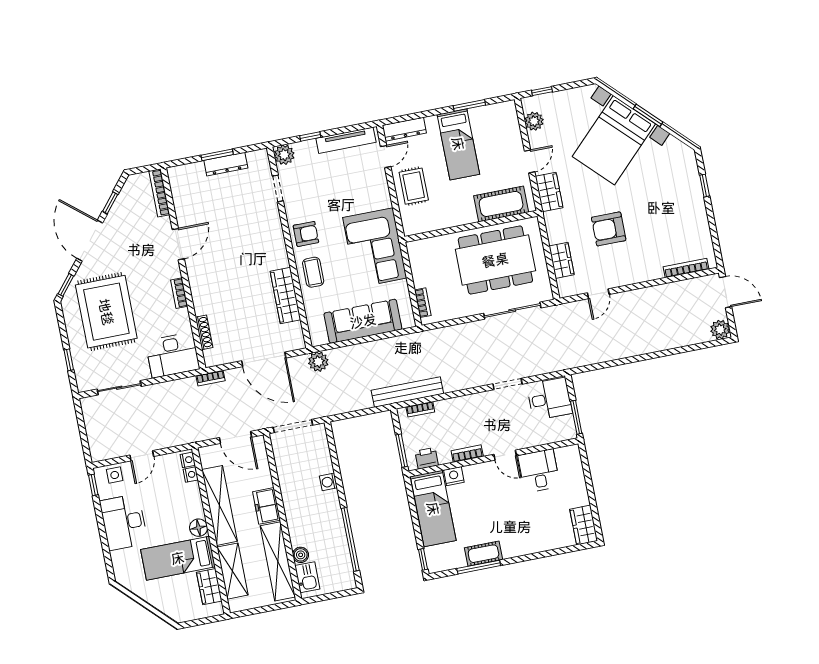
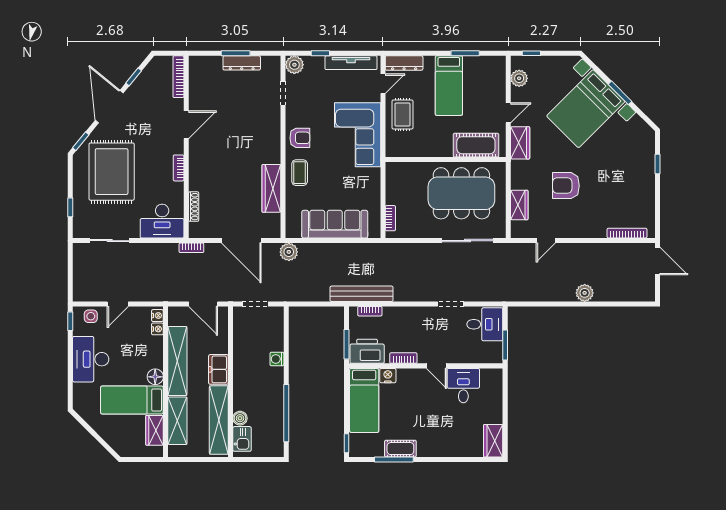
corner sofa: (375, 248) -> (358, 135), moved
plant: (720, 330) -> (585, 293), moved
doorway: (293, 426) -> (255, 304), width x0.73
printer: (427, 458) -> (367, 351), width x1.87, depth x1.48

